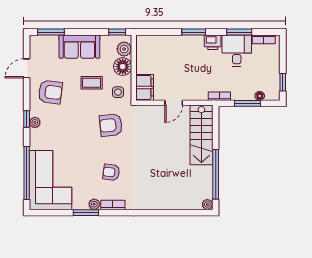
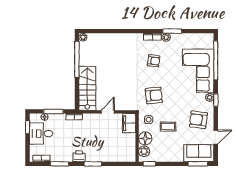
sofa: (79, 47) -> (199, 153), moved
desk: (237, 51) -> (41, 134), moved, turned 90
corner sofa: (51, 180) -> (198, 71), moved

